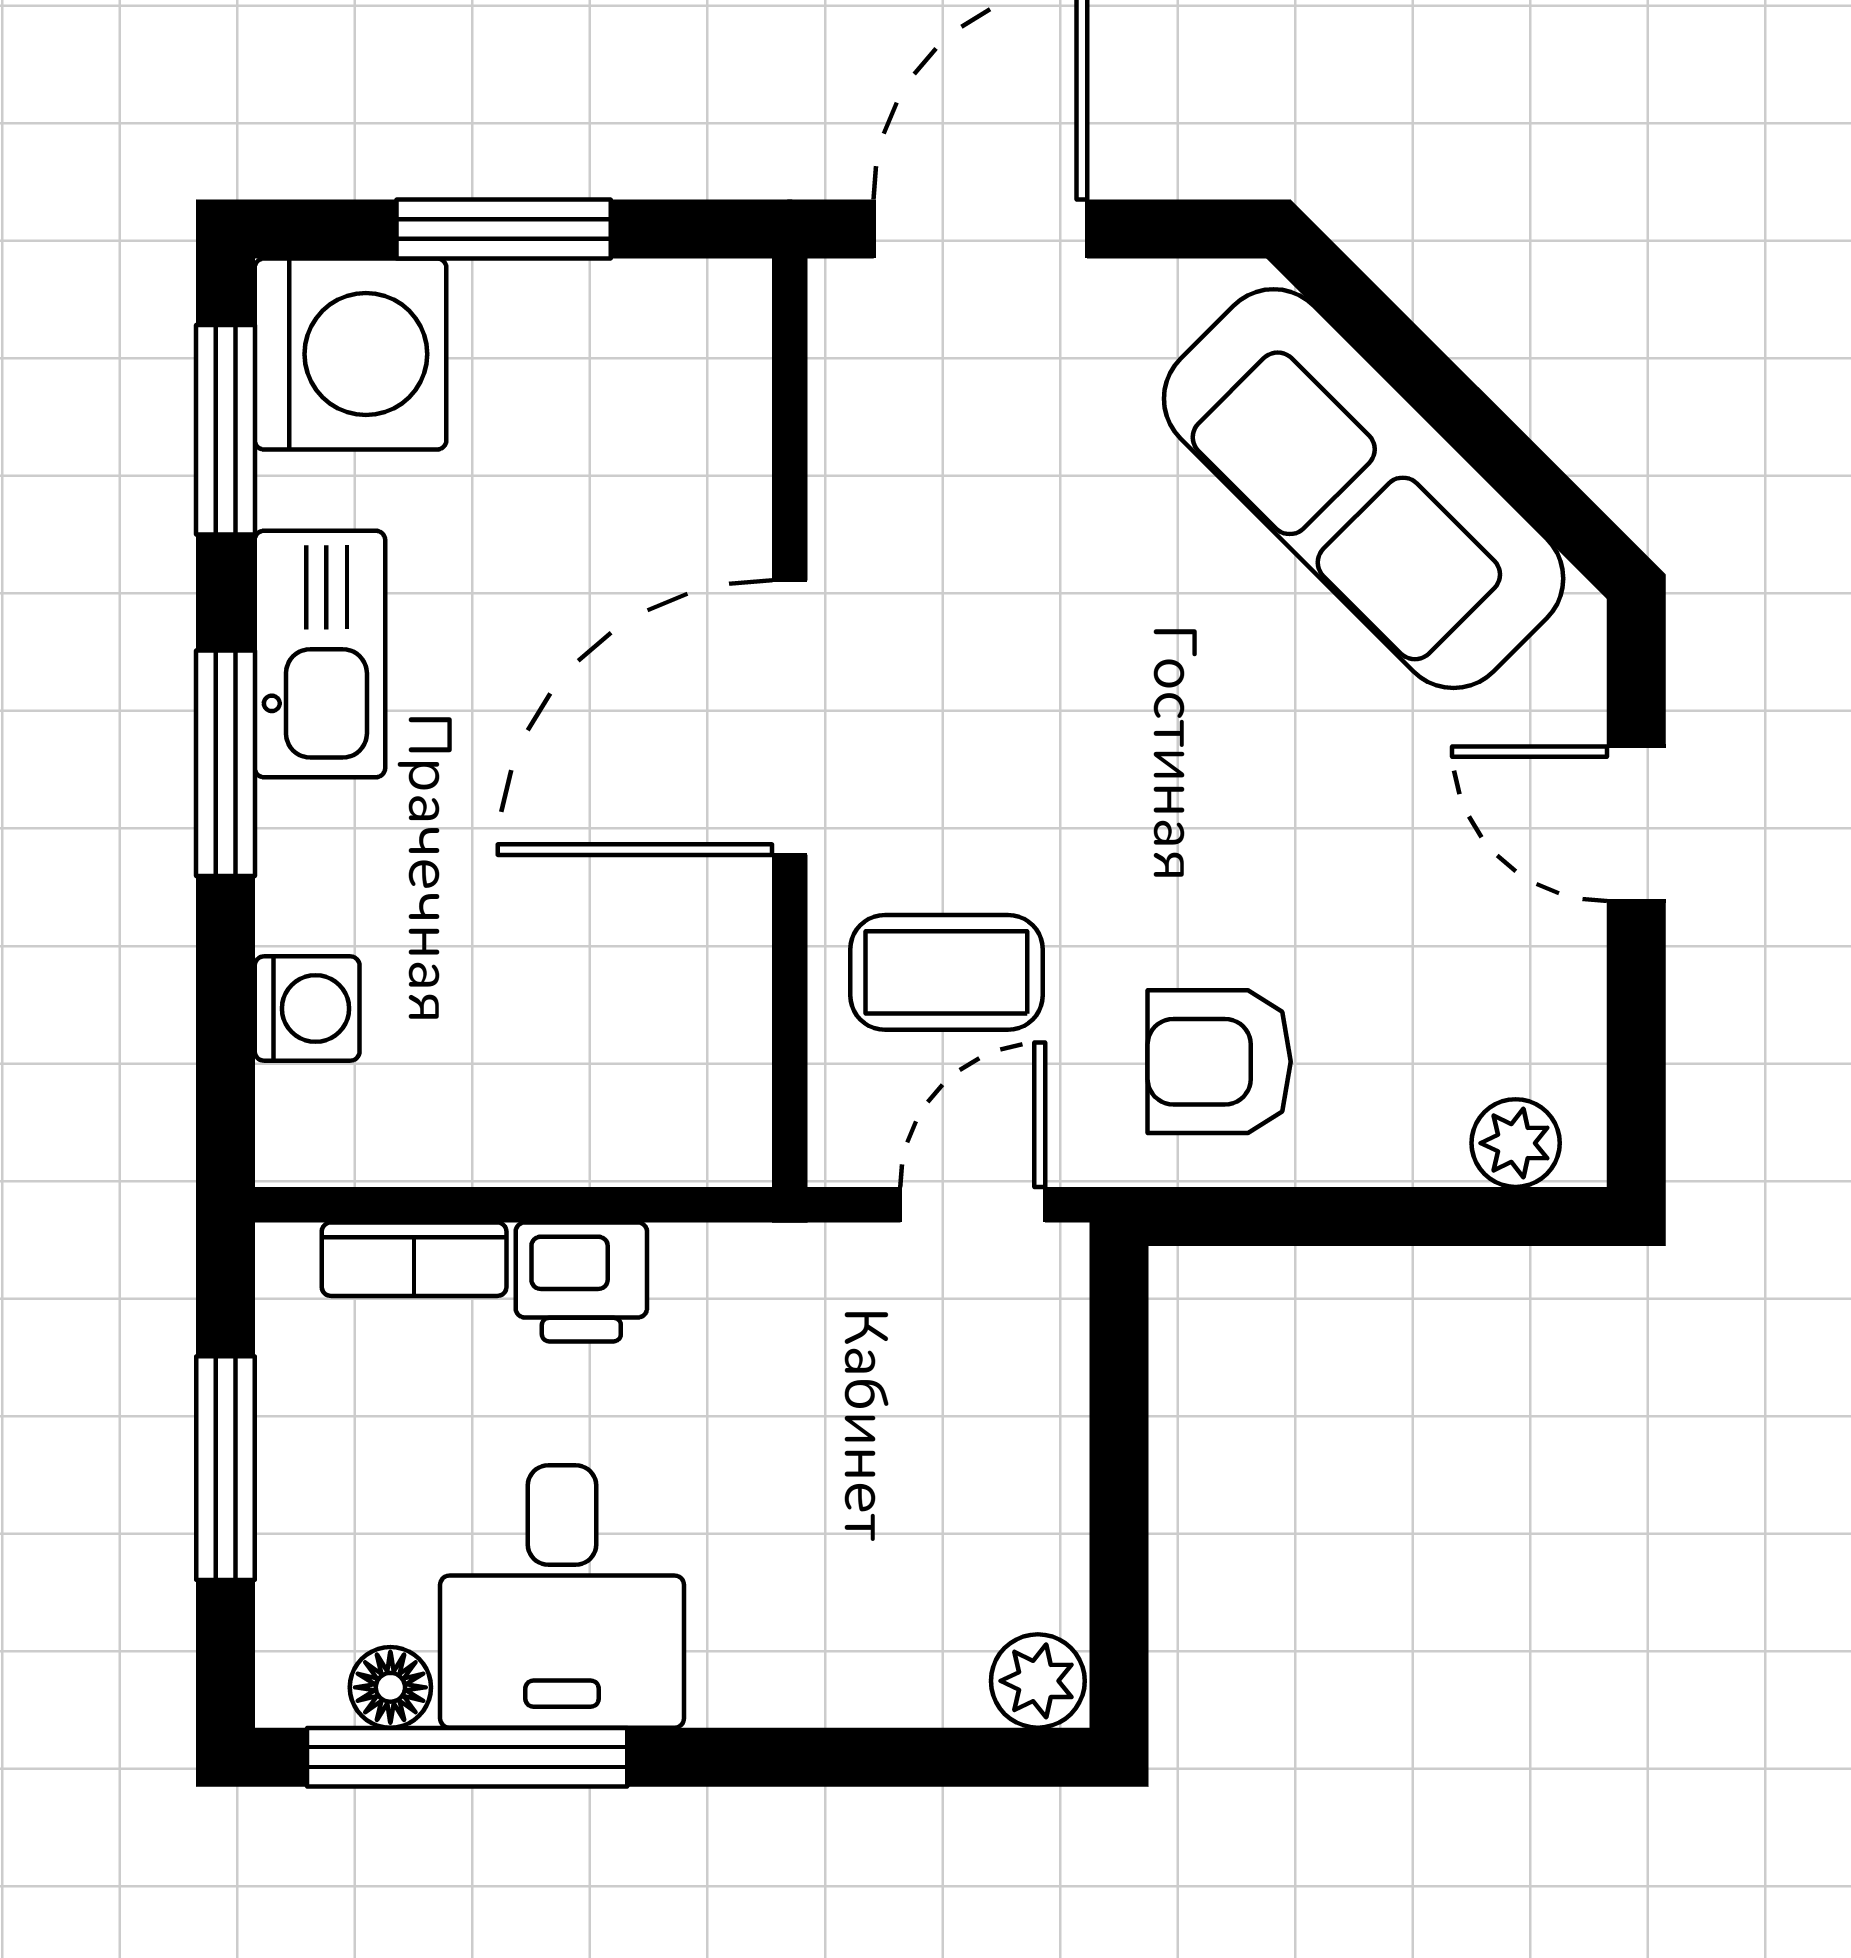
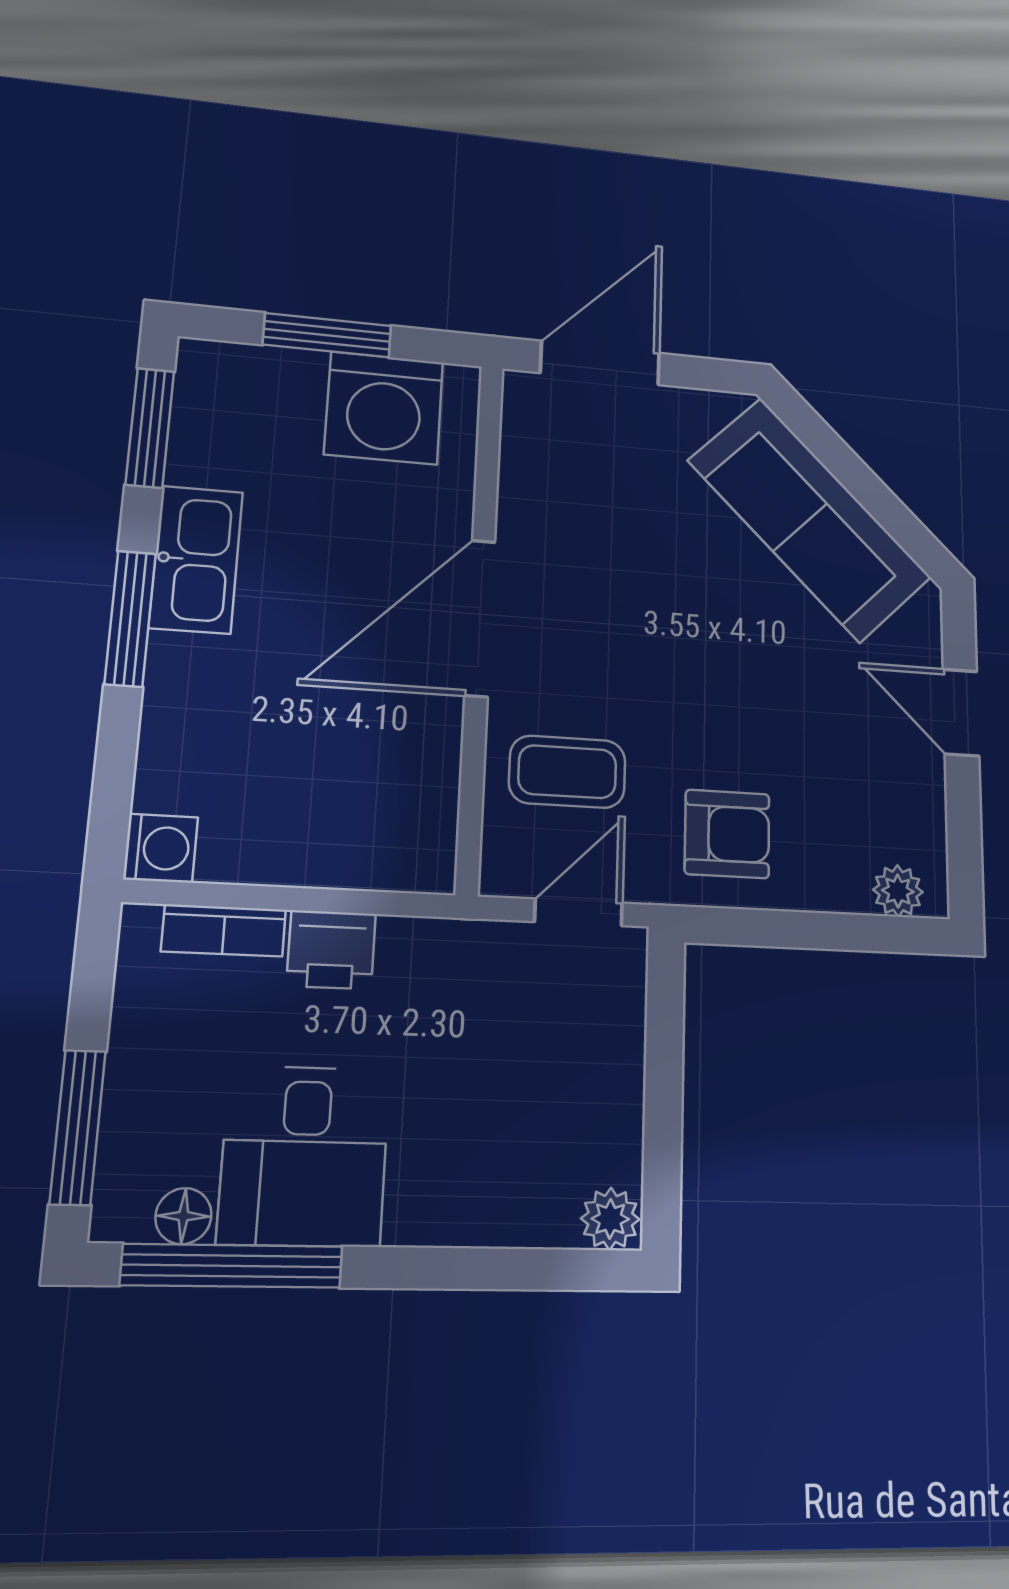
washing machine: (351, 354) -> (384, 408), moved, turned 90
washing machine: (307, 1009) -> (161, 848), moved
armchair: (1219, 1062) -> (727, 834), turned 180
window: (225, 1468) -> (78, 1127), moved

